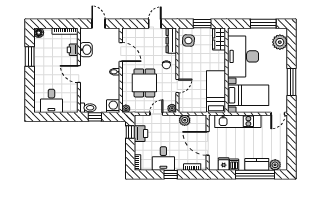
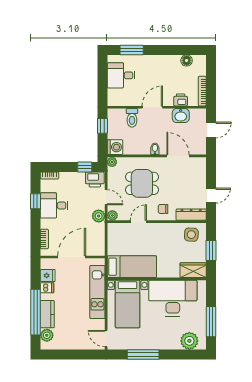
door: (155, 24) -> (211, 196), hinge flipped
floor lamp: (39, 33) -> (187, 61), moved
door: (121, 52) -> (178, 156), swing flipped
window: (30, 57) -> (132, 50), moved
door: (177, 86) -> (138, 222), swing flipped
toilet: (88, 108) -> (132, 118), moved
plant: (185, 120) -> (99, 216), moved
printer: (141, 134) -> (95, 179), moved
window: (171, 174) -> (36, 201), moved

